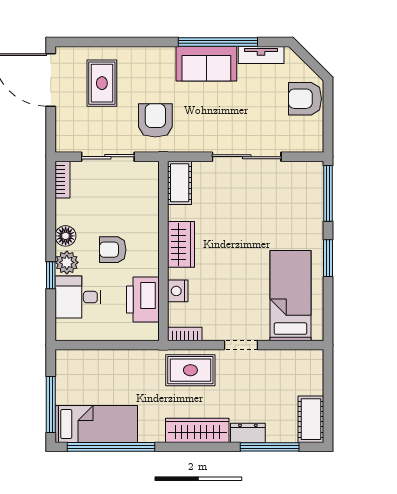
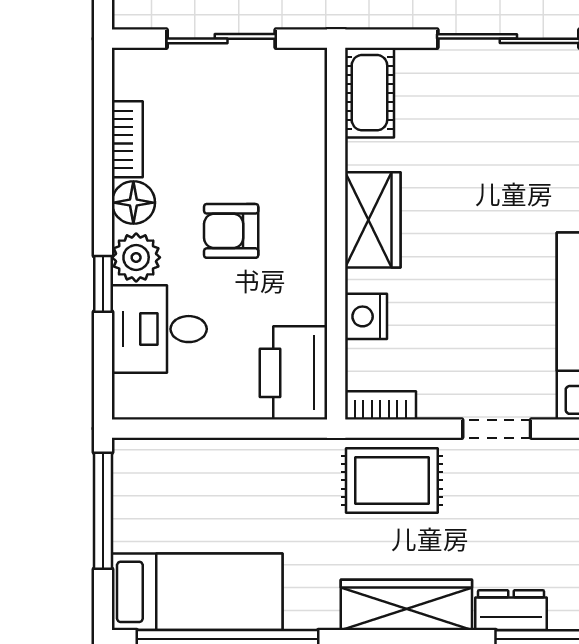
bookcase: (63, 180) -> (127, 139), moved
printer: (143, 299) -> (293, 373), moved
window: (51, 405) -> (103, 511), moved

